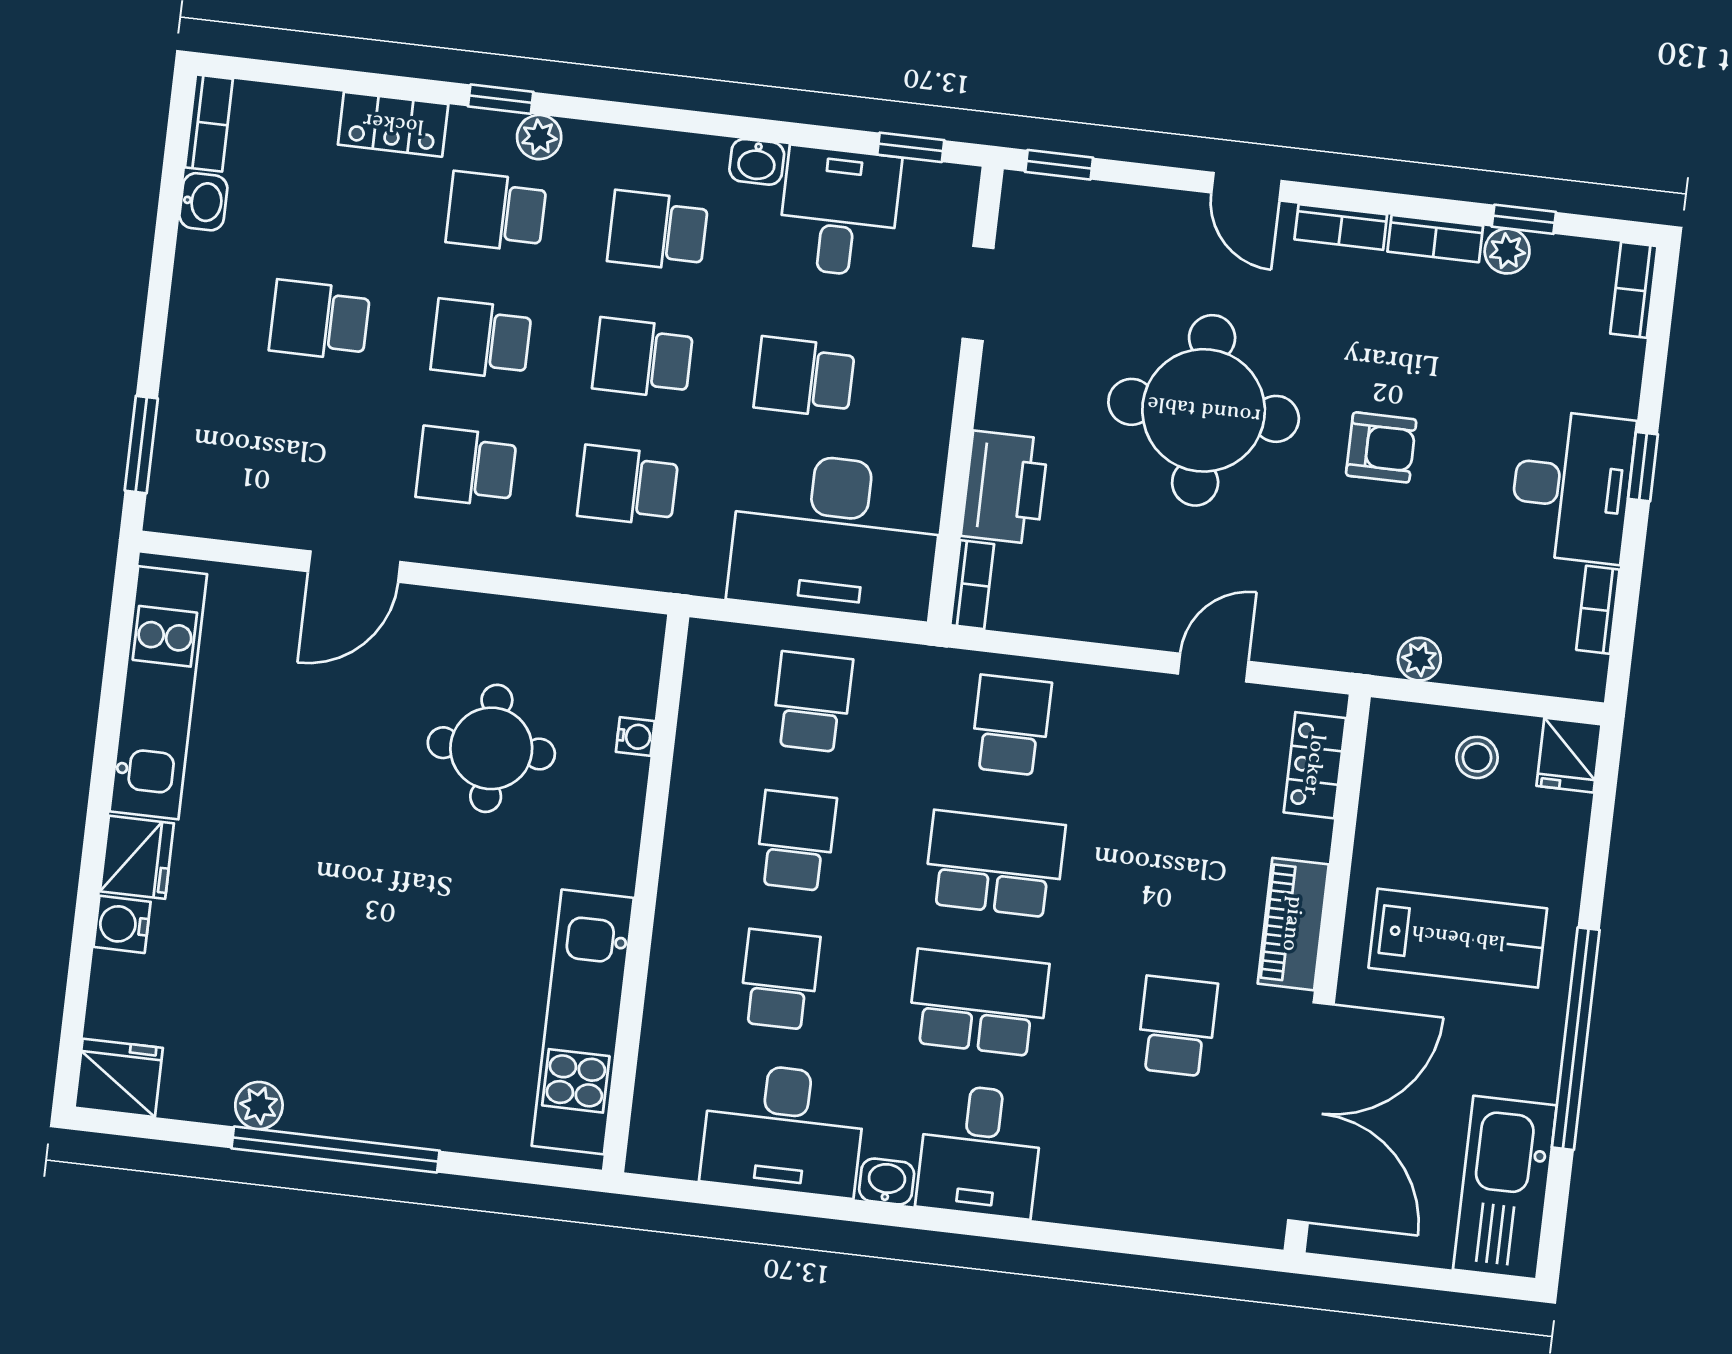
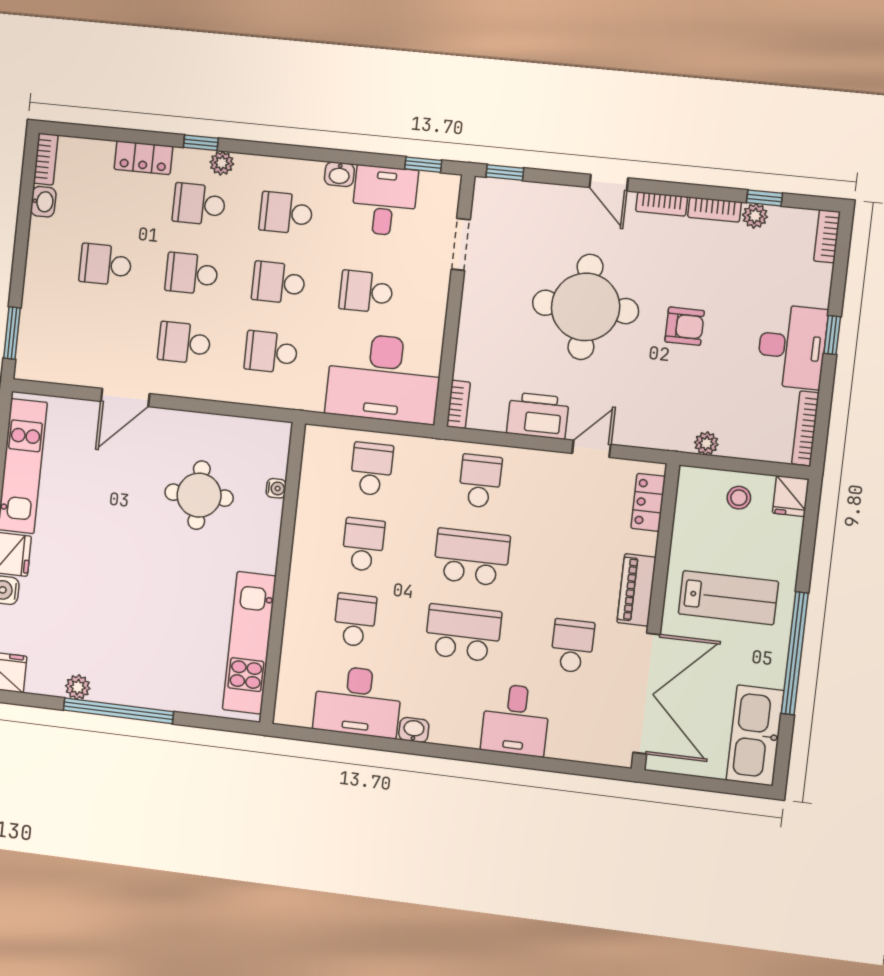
printer: (1005, 488) -> (538, 416), moved, turned -90
bookcase: (1598, 610) -> (805, 428), width x1.56
desk: (980, 1151) -> (515, 720), moved

